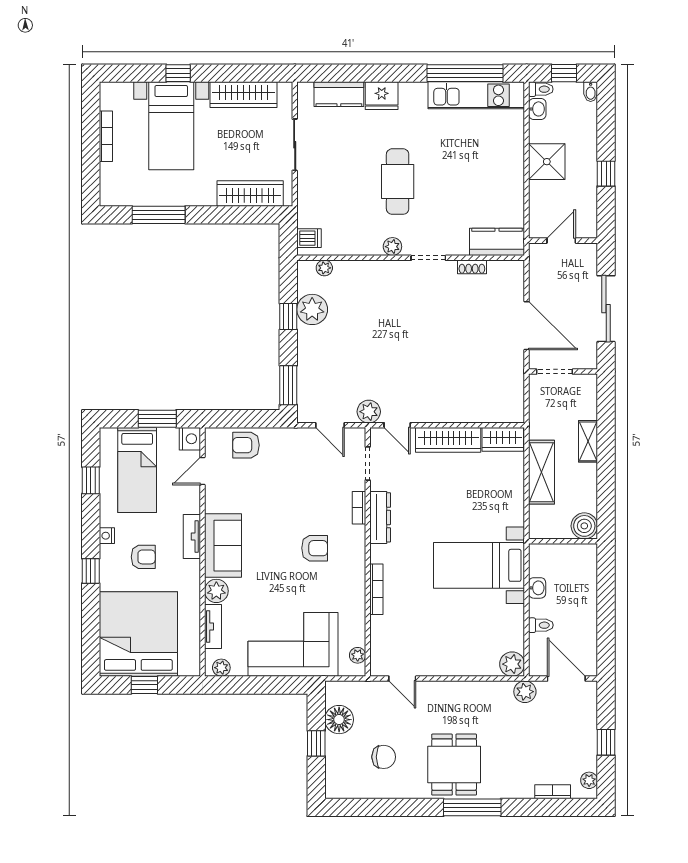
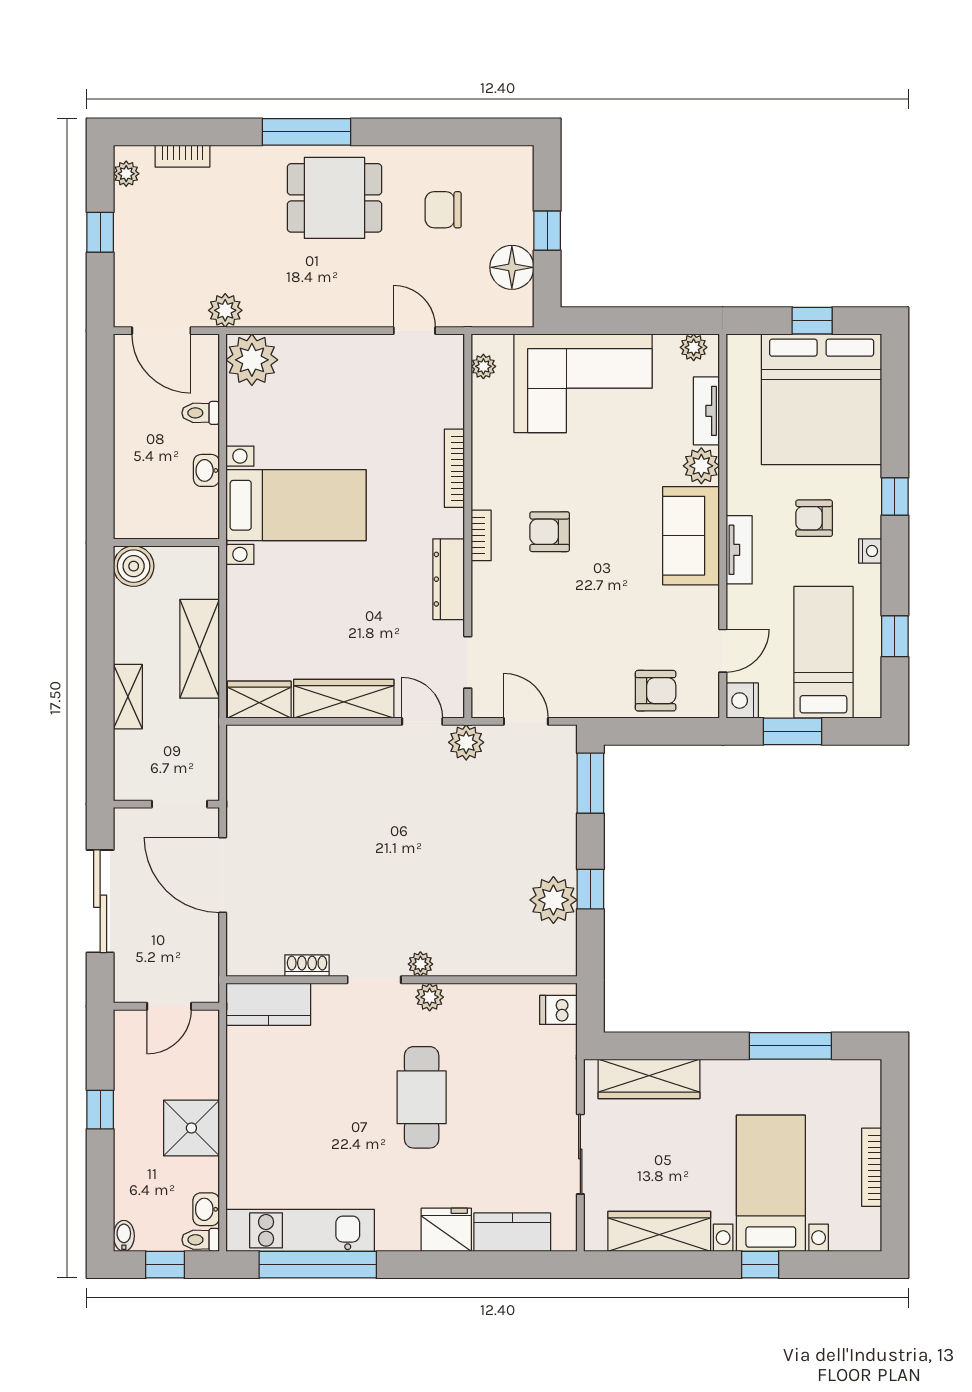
plant: (324, 268) -> (420, 964), moved
bookcase: (359, 508) -> (481, 535), moved
plant: (512, 664) -> (252, 360), width x1.36, depth x1.36
dining table: (454, 765) -> (335, 198), turned 90

